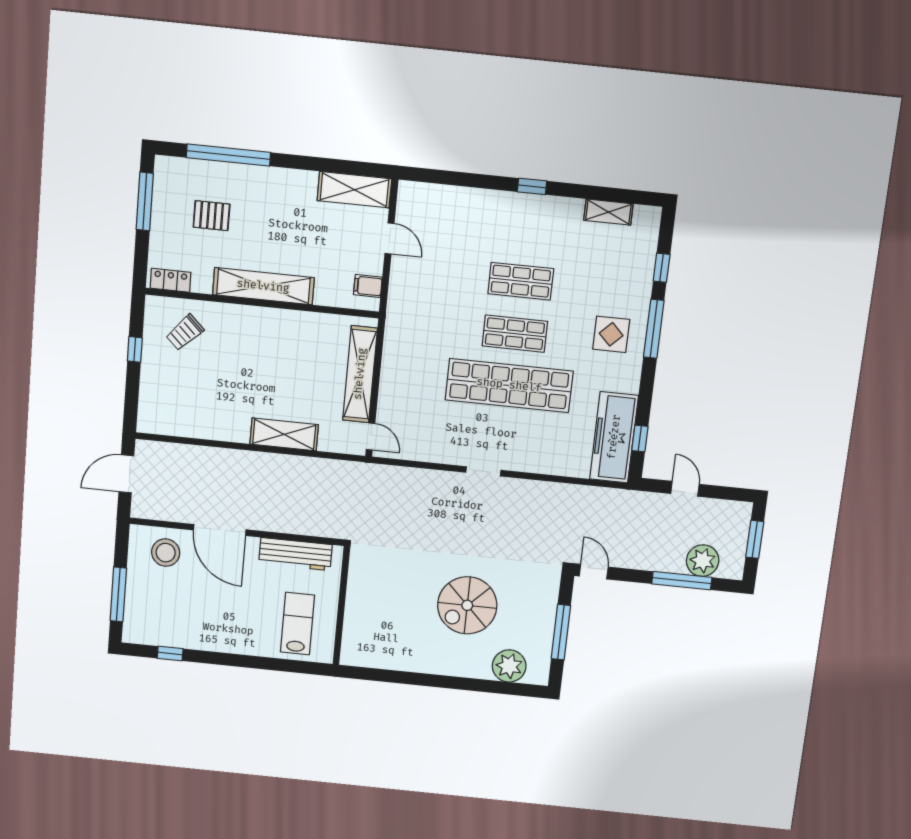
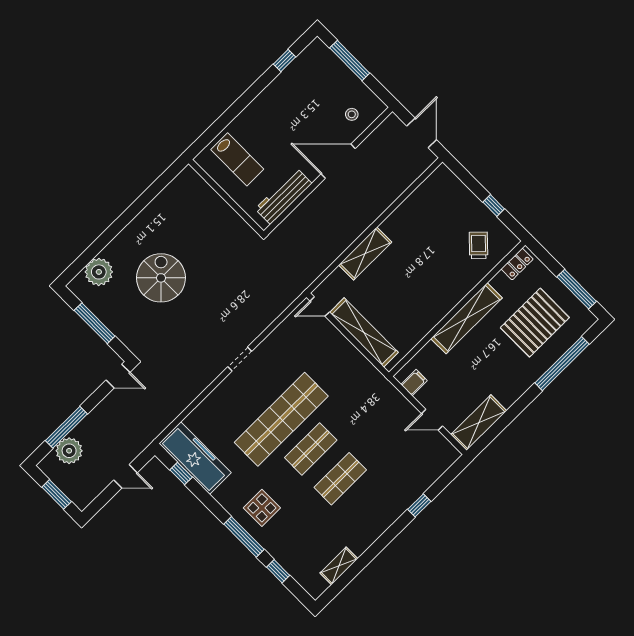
window: (532, 186) -> (419, 505), moved
pallet: (212, 216) -> (535, 323), width x2.05, depth x2.00
stool: (166, 553) -> (352, 114), width x0.53, depth x0.53

